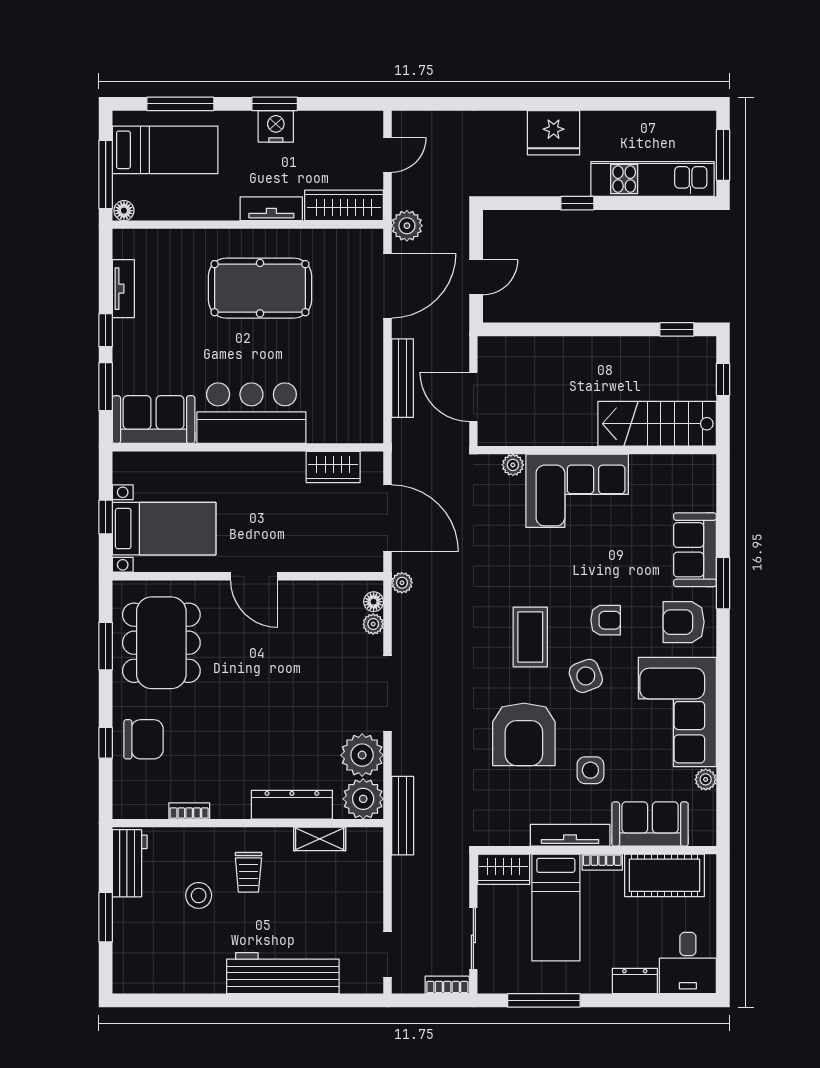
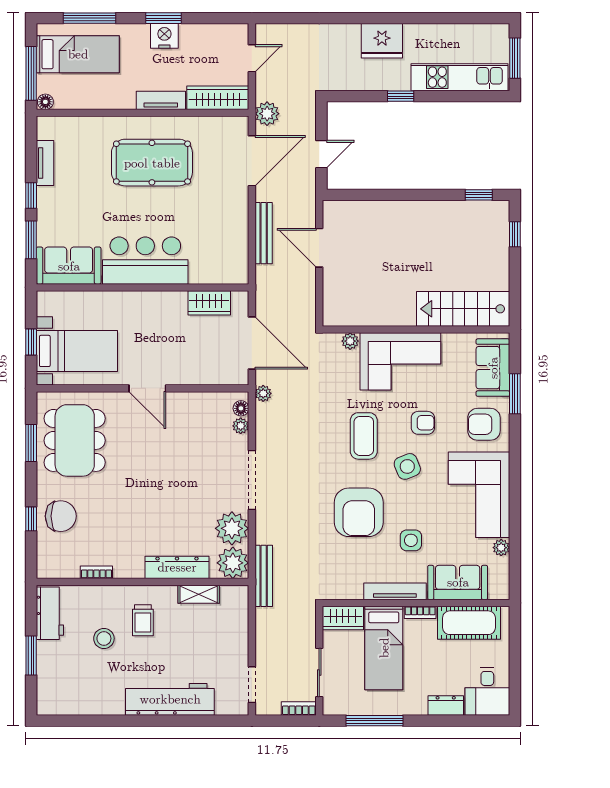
stairs: (657, 424) -> (463, 309), moved
wall: (597, 450) -> (416, 329), moved
plant: (513, 465) -> (350, 341), moved
corner sofa: (577, 491) -> (400, 361), moved

